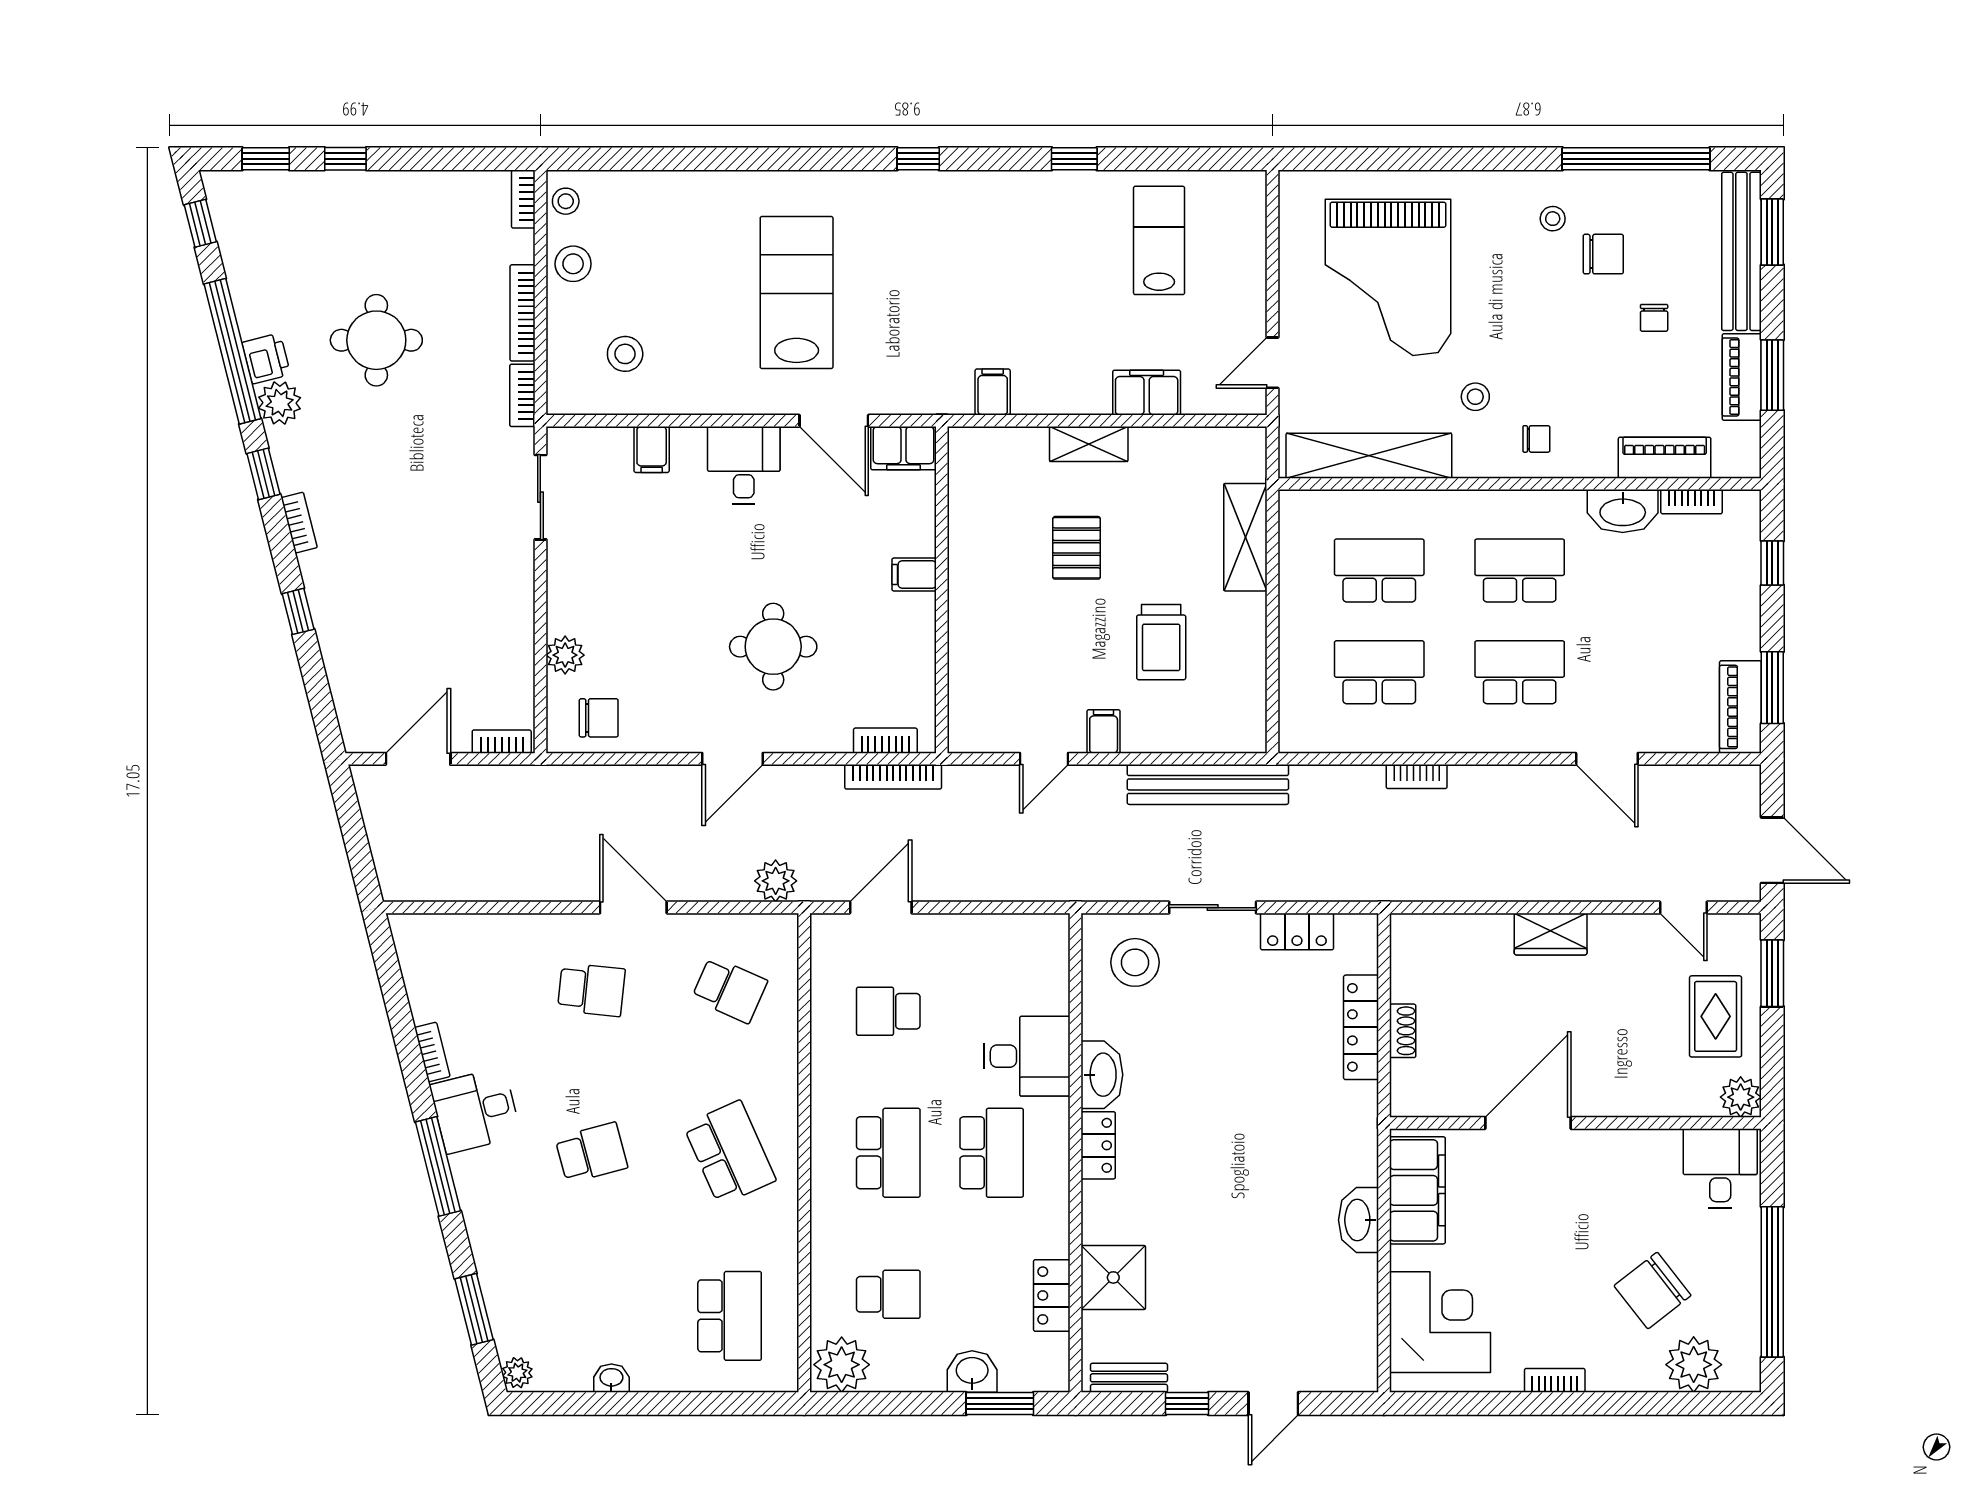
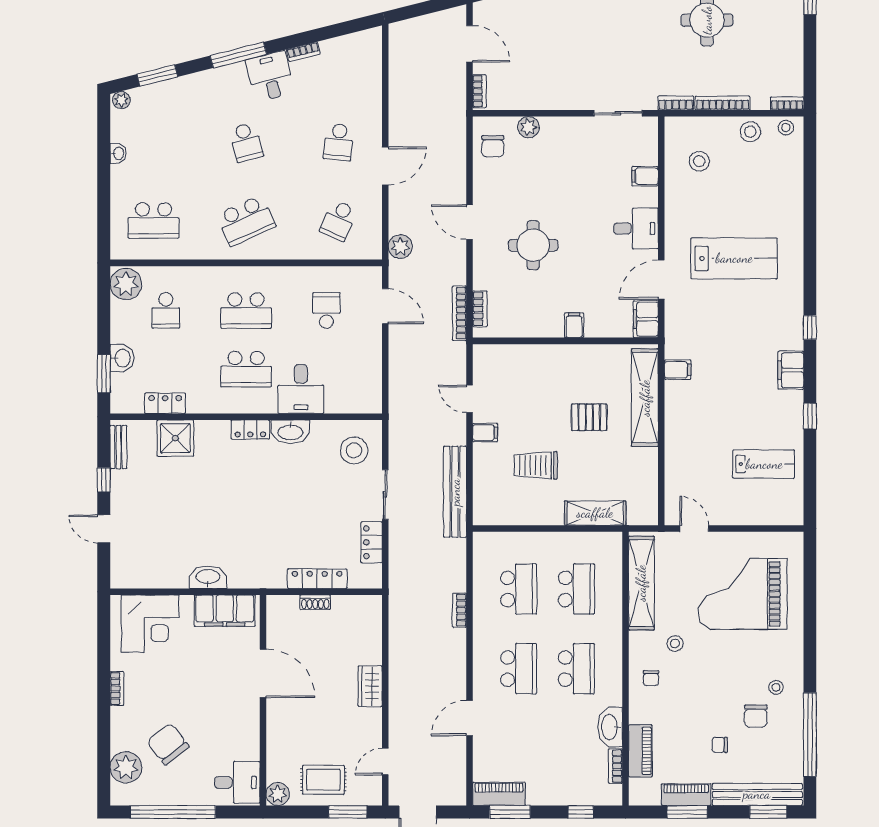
filing cabinet: (1147, 393) -> (791, 370), moved, turned 180
shelving: (1089, 444) -> (645, 398), width x2.20, depth x1.33

